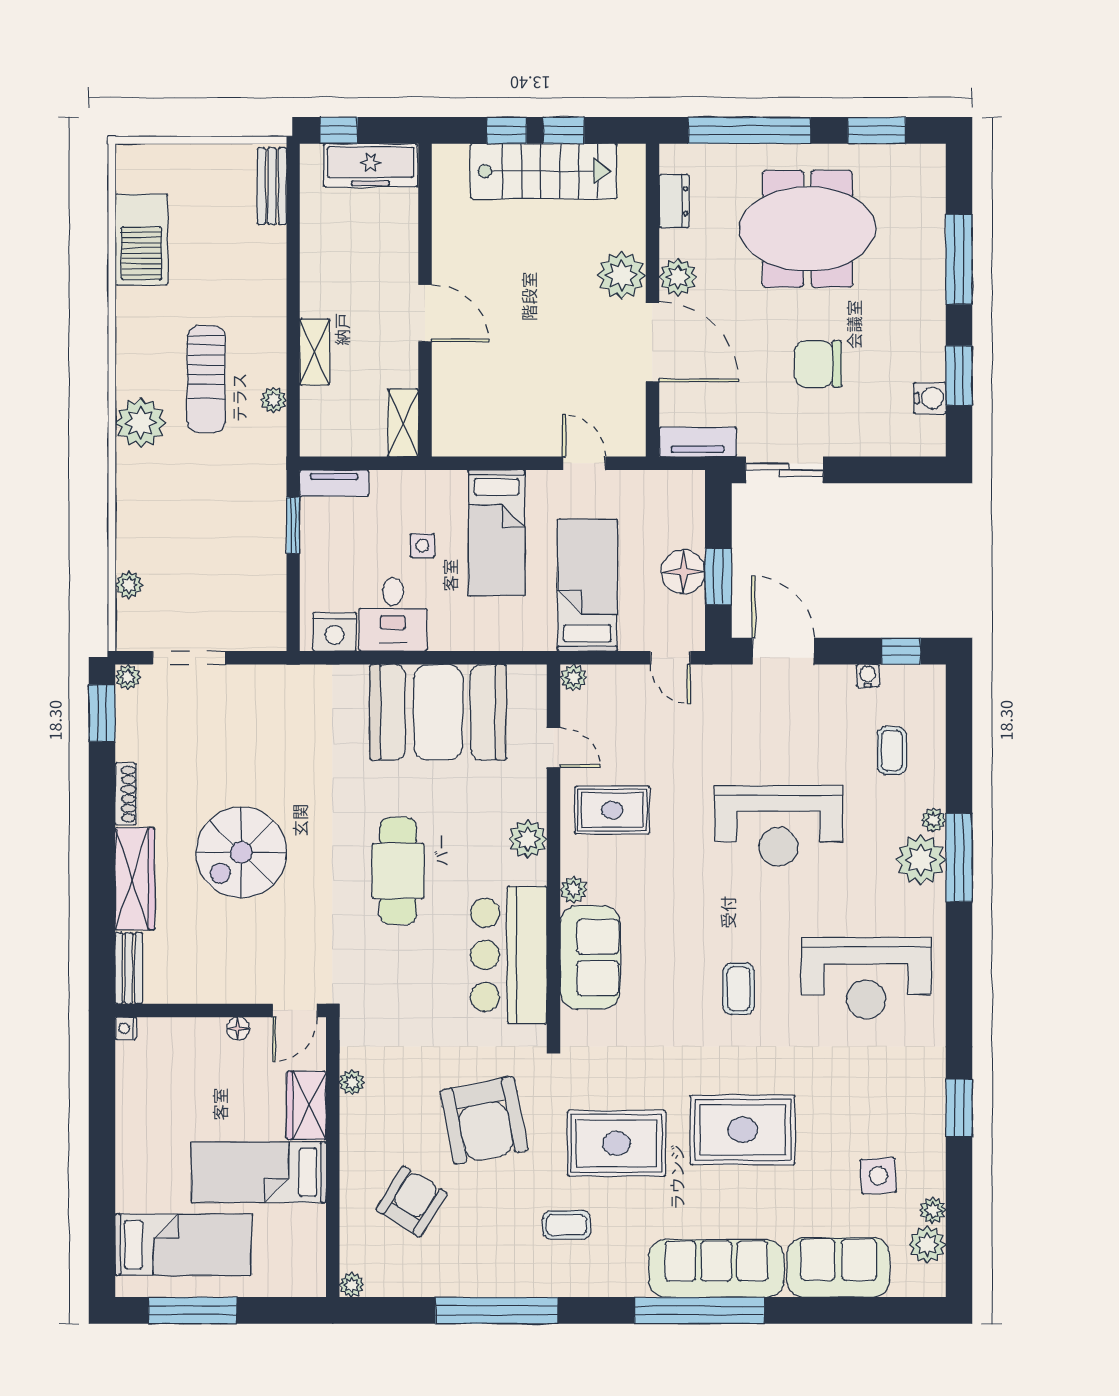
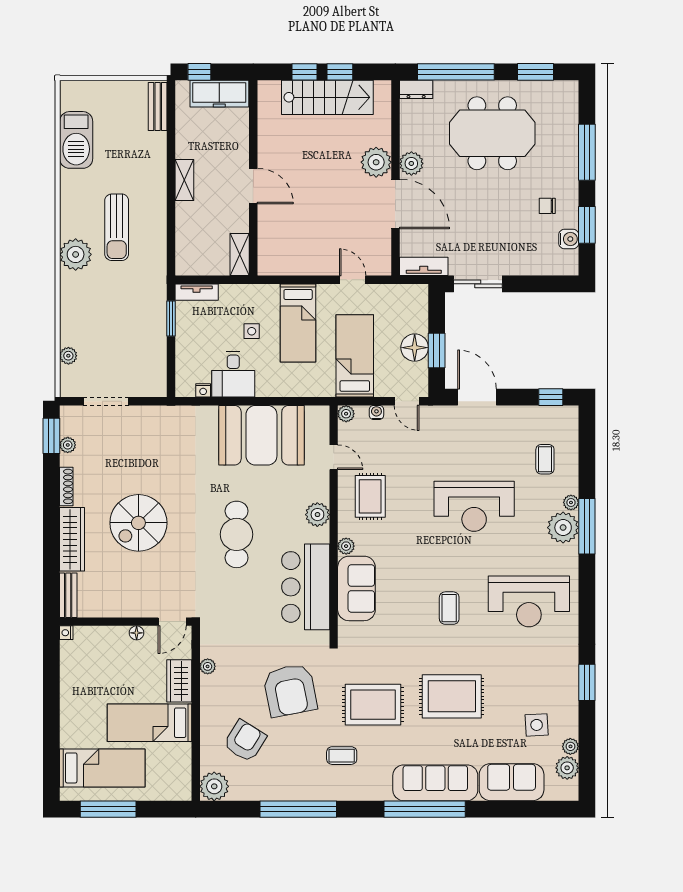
dresser: (674, 201) -> (416, 89), moved, turned 90
shelving: (315, 352) -> (184, 180), moved
chair: (818, 364) -> (547, 206), moved, width x0.54, depth x0.54
plant: (274, 400) -> (159, 240), removed
nightstand: (335, 632) -> (203, 390), width x0.53, depth x0.56
water cooler: (868, 676) -> (376, 412), moved
plant: (128, 677) -> (68, 445), moved
rug: (612, 810) -> (370, 496), turned 90
plant: (352, 1285) -> (214, 786), width x1.87, depth x1.87

